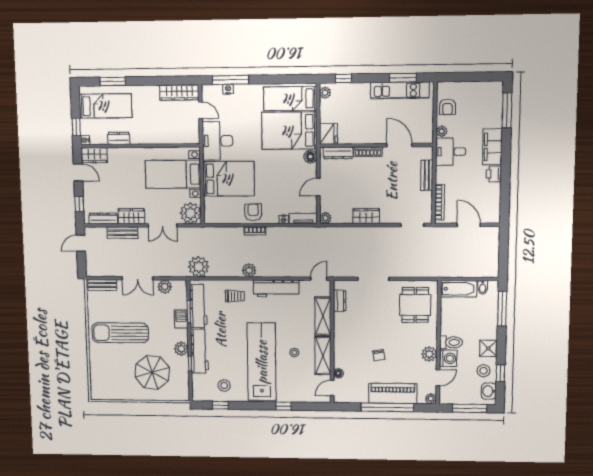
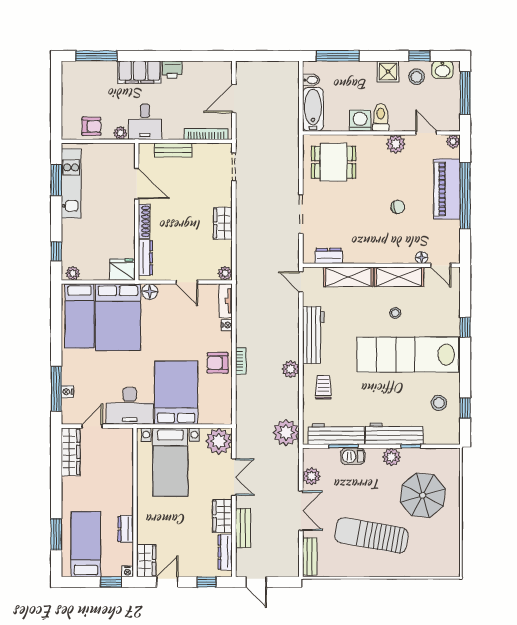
door: (399, 145) -> (137, 184), swing flipped
sun lounger: (120, 333) -> (371, 535), turned 100
washing machine: (448, 358) -> (360, 121), moved

